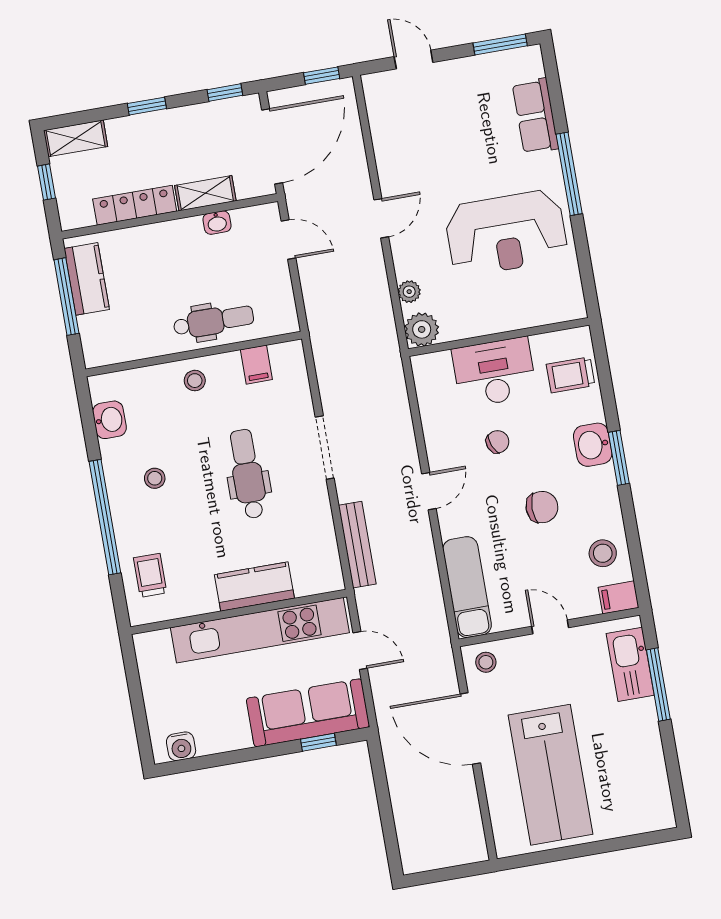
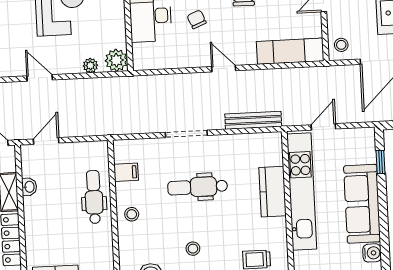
sofa: (308, 713) -> (362, 204), moved

